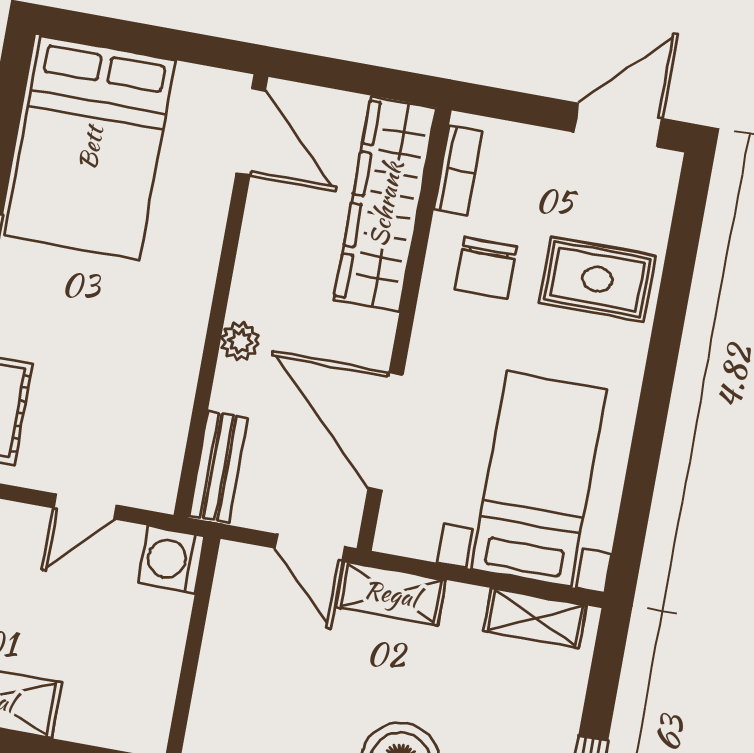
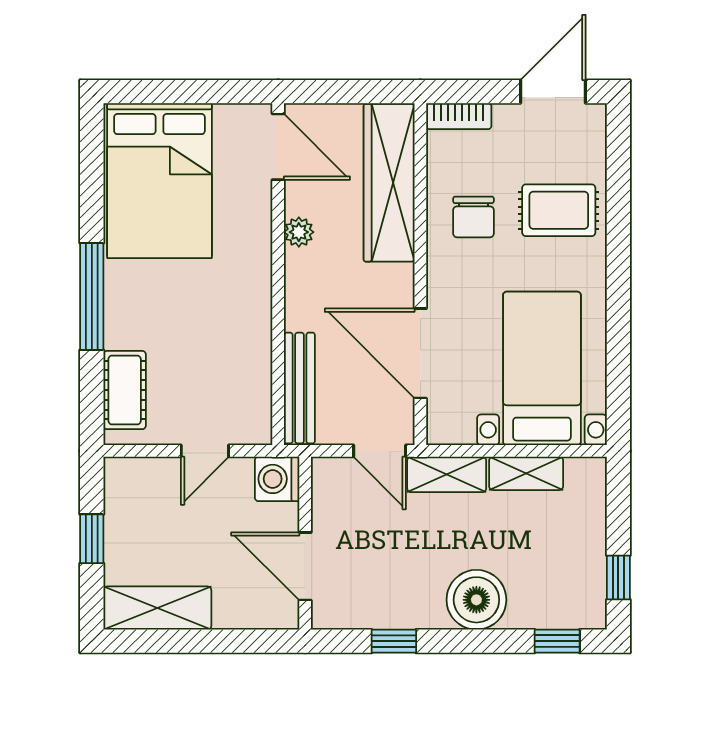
bookcase: (458, 170) -> (459, 116), moved, turned 90
plant: (240, 341) -> (299, 232), moved
bench: (218, 467) -> (299, 388), width x1.36
shelving: (535, 618) -> (526, 473), moved
door: (187, 679) -> (305, 566), added

